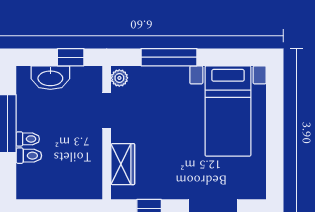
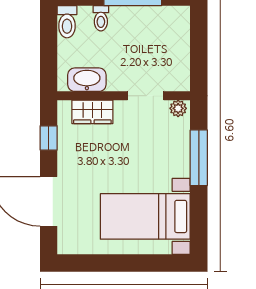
window: (71, 57) -> (199, 60), removed
washbasin: (50, 78) -> (87, 80), moved, turned 90
toilet: (28, 139) -> (67, 22), moved, width x1.37, depth x1.39

